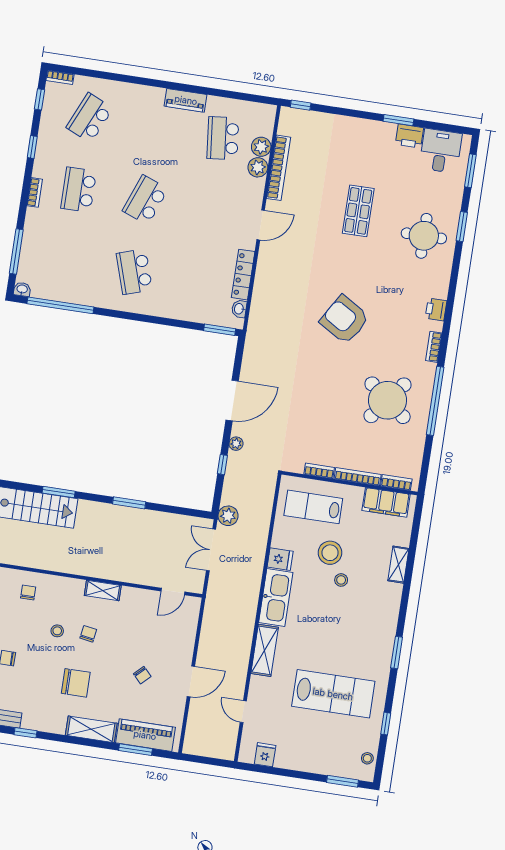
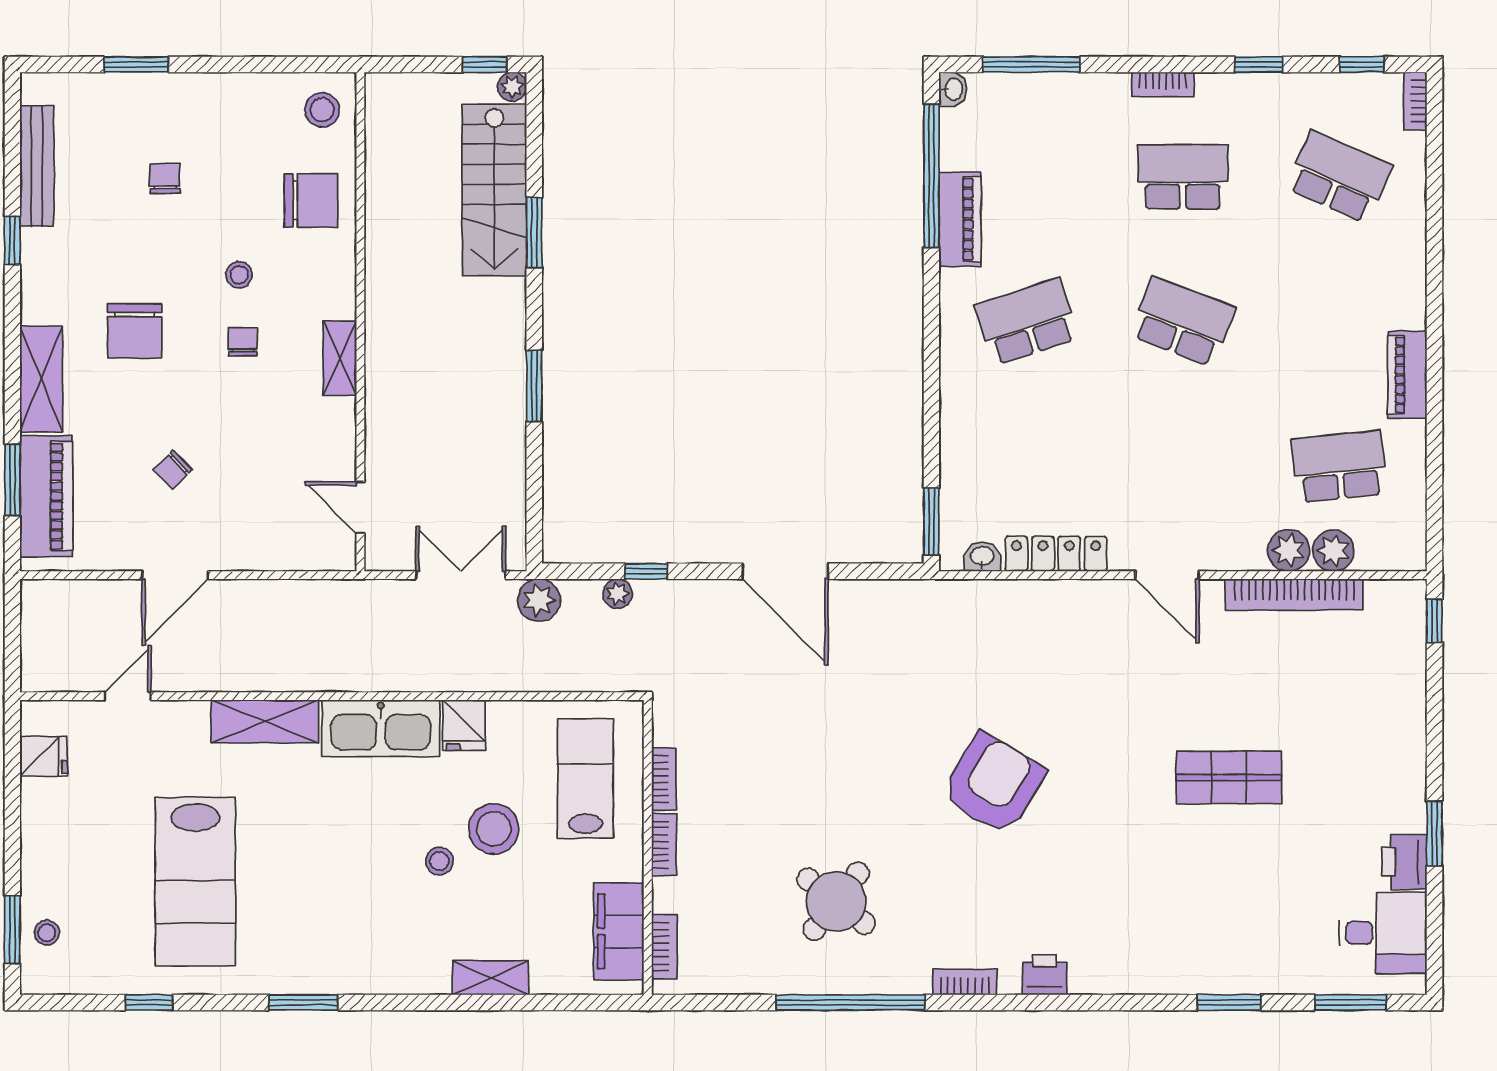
round table: (424, 236) -> (1197, 925), removed
piano: (82, 295) -> (960, 219), added
round table: (388, 400) -> (836, 901), width x0.73, depth x0.73
plant: (236, 444) -> (617, 594), moved
bookcase: (358, 477) -> (664, 845), width x0.64
chair: (28, 592) -> (311, 201), width x1.87, depth x1.87
chair: (88, 634) -> (243, 342), turned -99
door: (191, 681) -> (175, 575), hinge flipped
stool: (367, 758) -> (47, 933), moved

